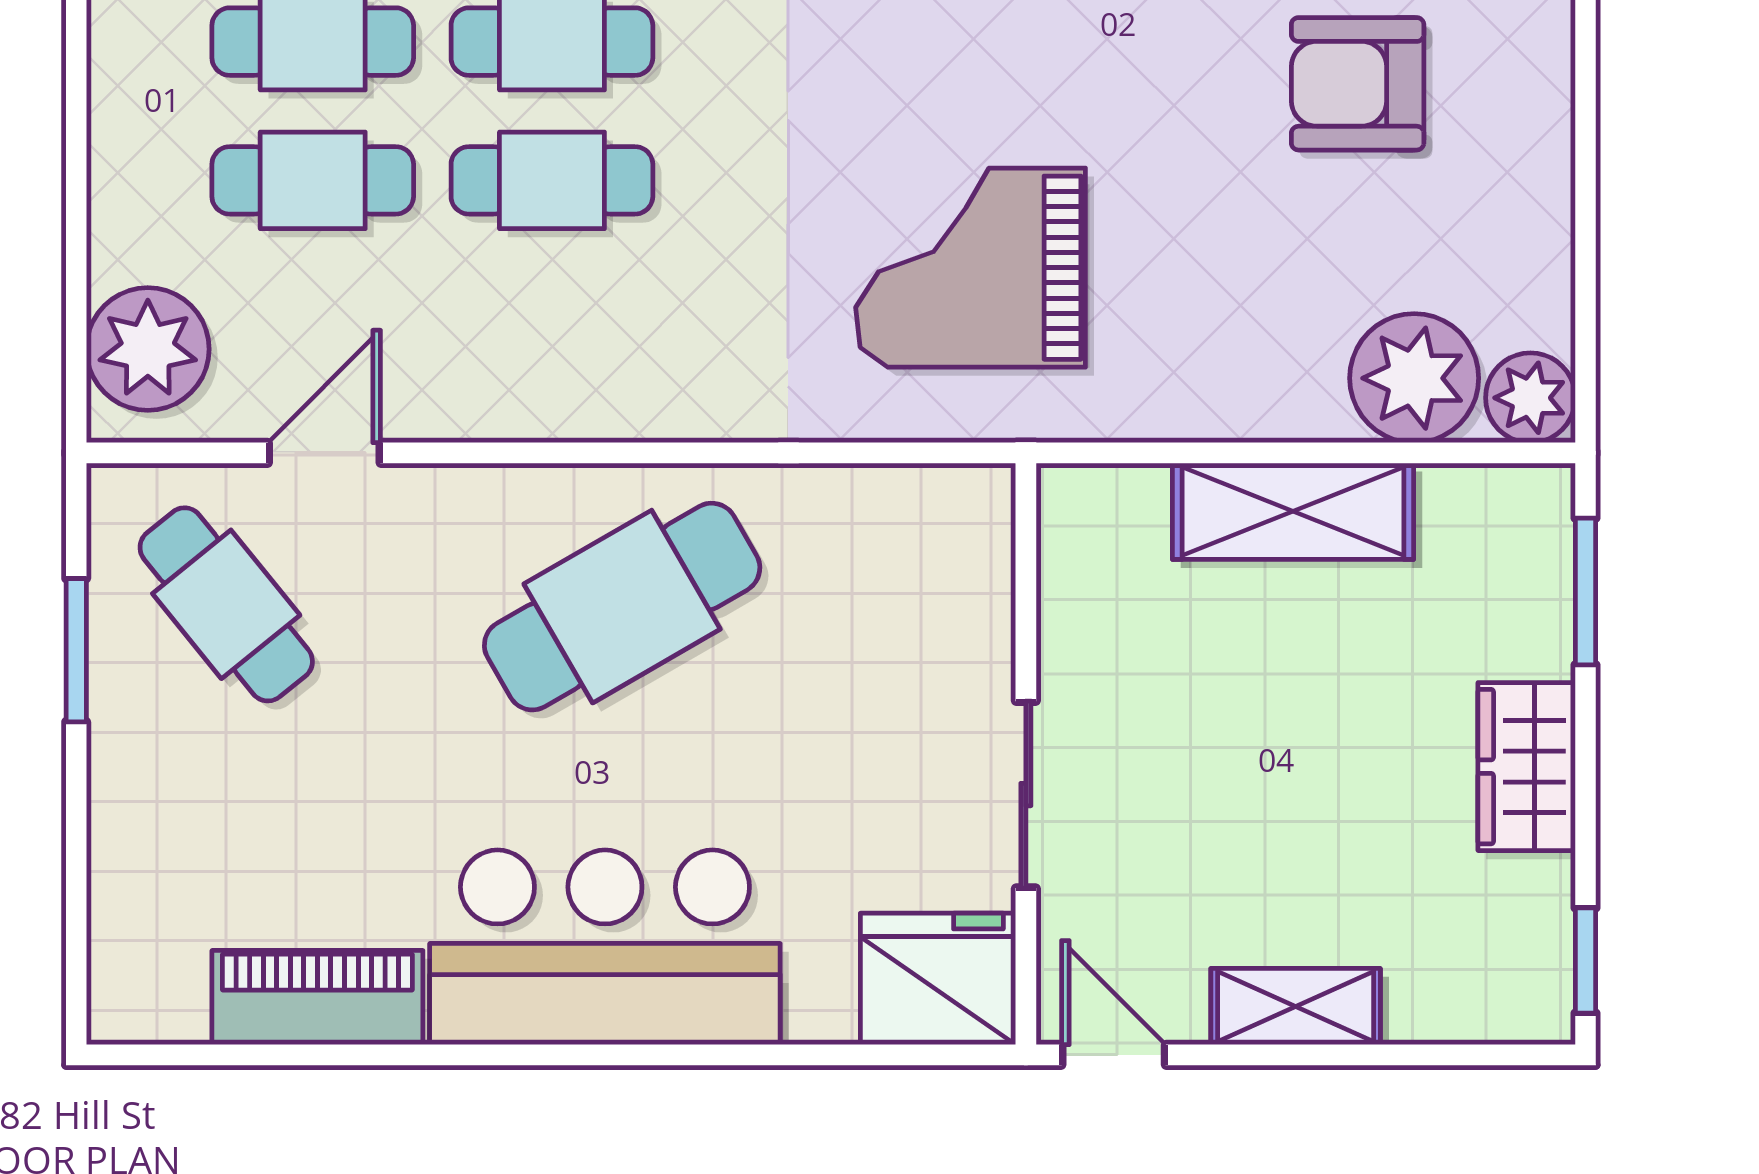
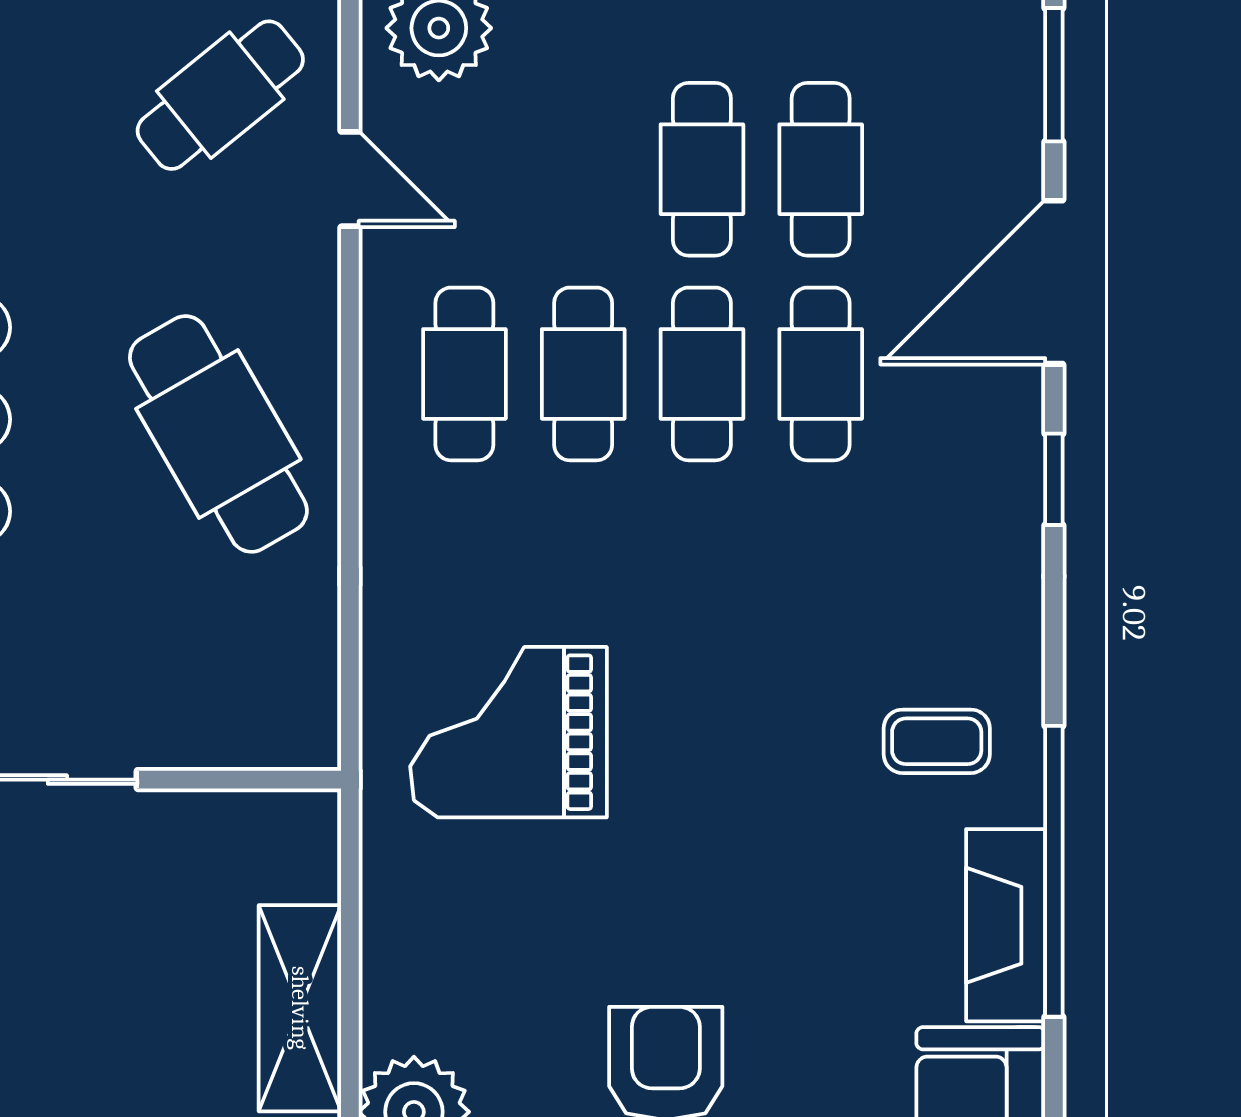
cafe table: (313, 180) -> (464, 374), moved
grand piano: (971, 268) -> (508, 732), turned -90

